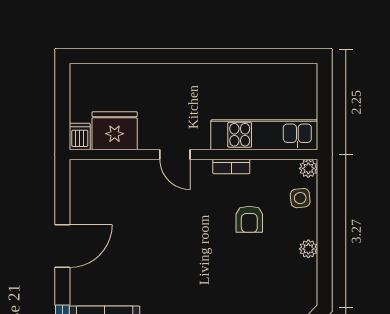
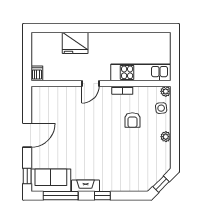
fridge: (115, 131) -> (75, 43), moved, turned 180
door: (175, 154) -> (90, 84), hinge flipped

